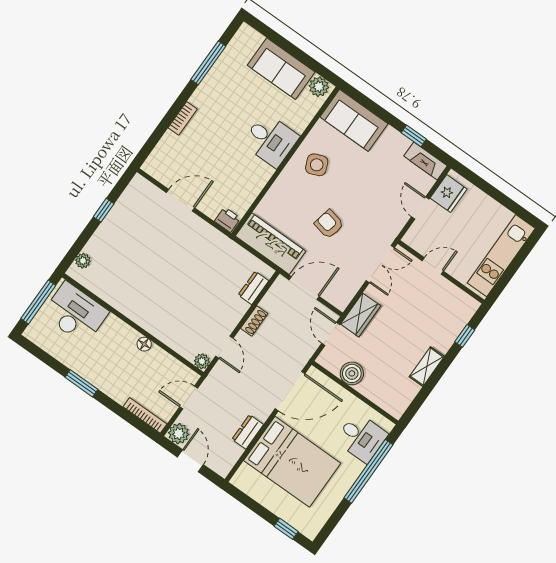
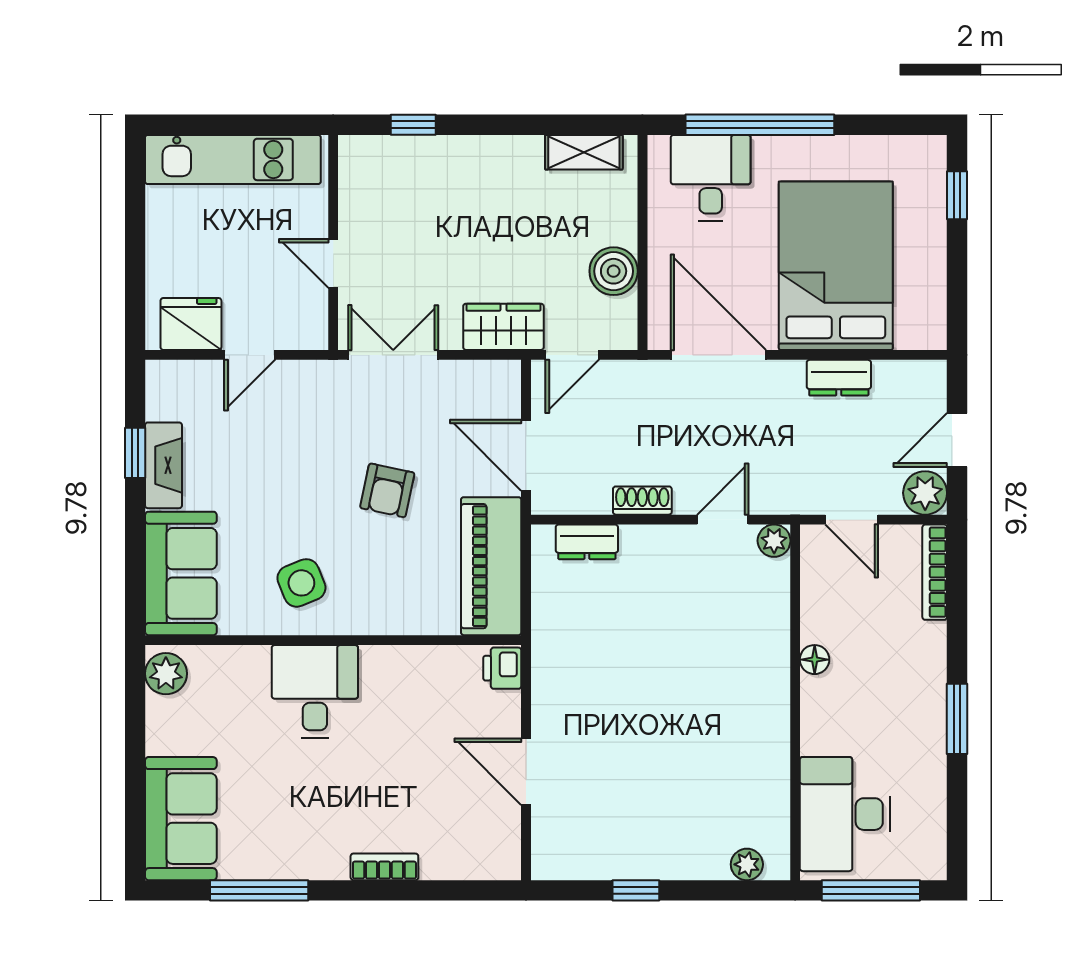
sofa: (281, 69) -> (181, 819), moved
fireplace: (425, 161) -> (163, 465), moved
shelving: (427, 367) -> (584, 152), moved

